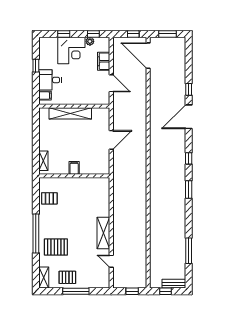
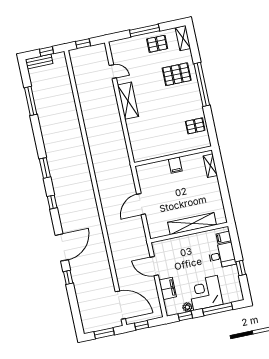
window: (64, 34) -> (218, 309), width x2.17

